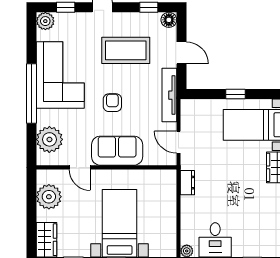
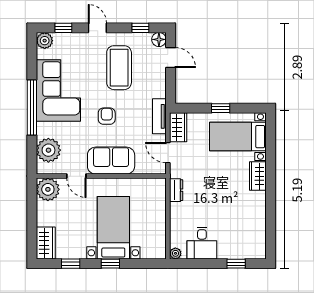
coffee table: (126, 50) -> (119, 68), turned 90
door: (181, 53) -> (171, 58), moved
tv unit: (169, 95) -> (159, 116), width x0.71
wardrobe: (190, 115) -> (178, 127), added
plant: (49, 197) -> (48, 189), moved

